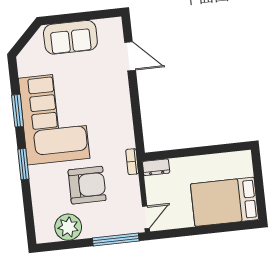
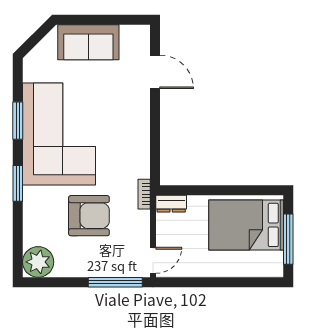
window: (259, 187) -> (288, 239), added
bed: (224, 202) -> (246, 225), moved
plant: (68, 227) -> (38, 262), moved

